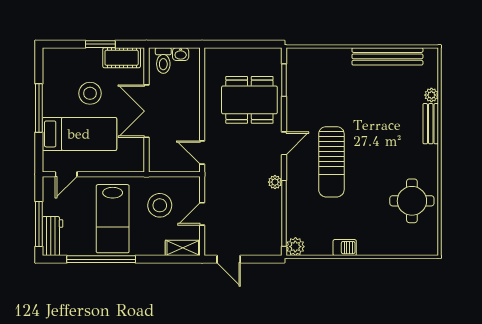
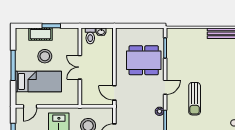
cot: (122, 58) -> (41, 34), moved
double door: (146, 111) -> (80, 67), width x0.73
sun lounger: (331, 162) -> (195, 99), width x0.73, depth x0.75

